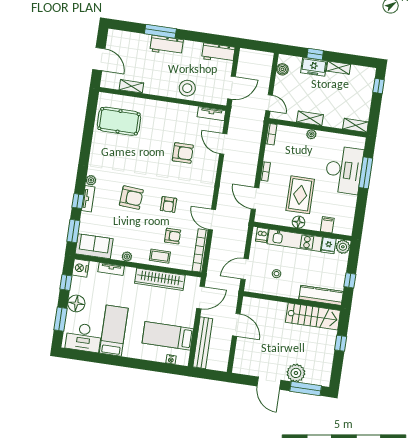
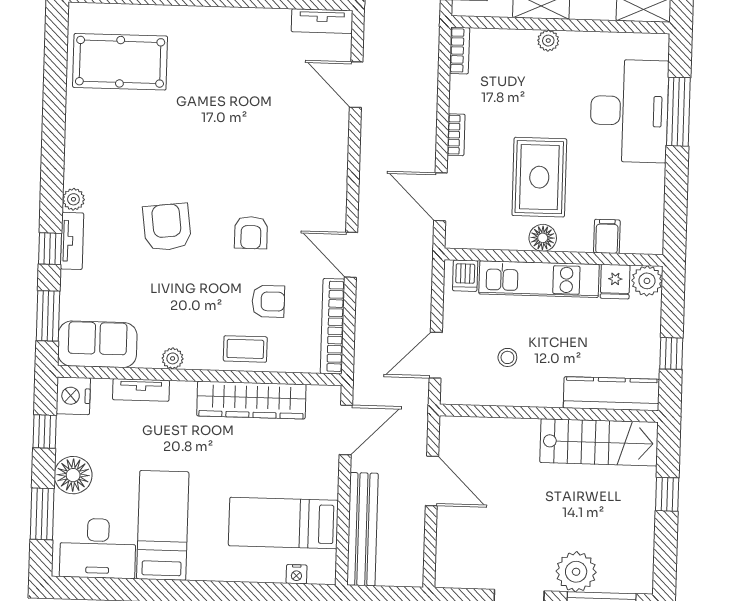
armchair: (183, 153) -> (269, 115), removed
armchair: (131, 198) -> (167, 227), turned -101

